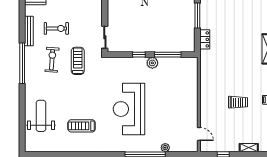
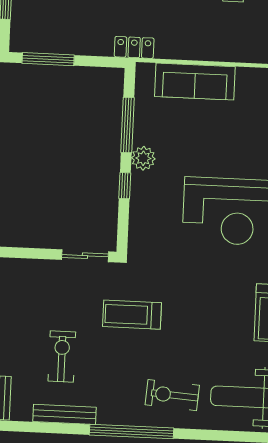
locker: (205, 39) -> (134, 47), moved
exercise bike: (52, 60) -> (172, 395), moved
sofa: (190, 86) -> (195, 82), added

